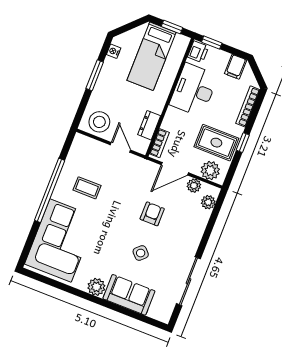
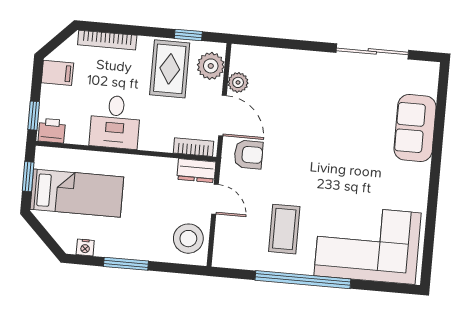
desk: (194, 90) -> (115, 122), width x0.73
dresser: (149, 125) -> (196, 171), moved
window: (243, 143) -> (188, 35), moved
door: (120, 147) -> (215, 199), swing flipped
coffee table: (87, 188) -> (284, 229), width x1.36, depth x1.30
plant: (208, 202) -> (255, 56), removed
armchair: (152, 214) -> (248, 155), moved, turned 180
side table: (141, 253) -> (353, 129), removed
plant: (96, 287) -> (417, 176), removed

